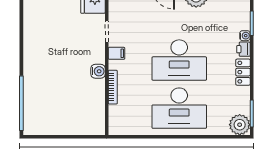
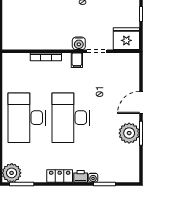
water cooler: (98, 71) -> (79, 43), moved

